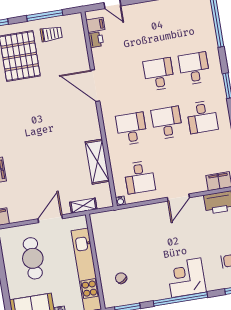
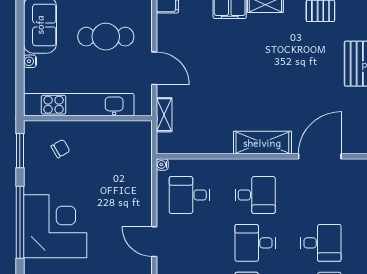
desk: (167, 123) -> (255, 243), turned 180
shelving: (97, 162) -> (262, 143), moved
corner desk: (186, 278) -> (55, 226), width x1.36, depth x1.36

